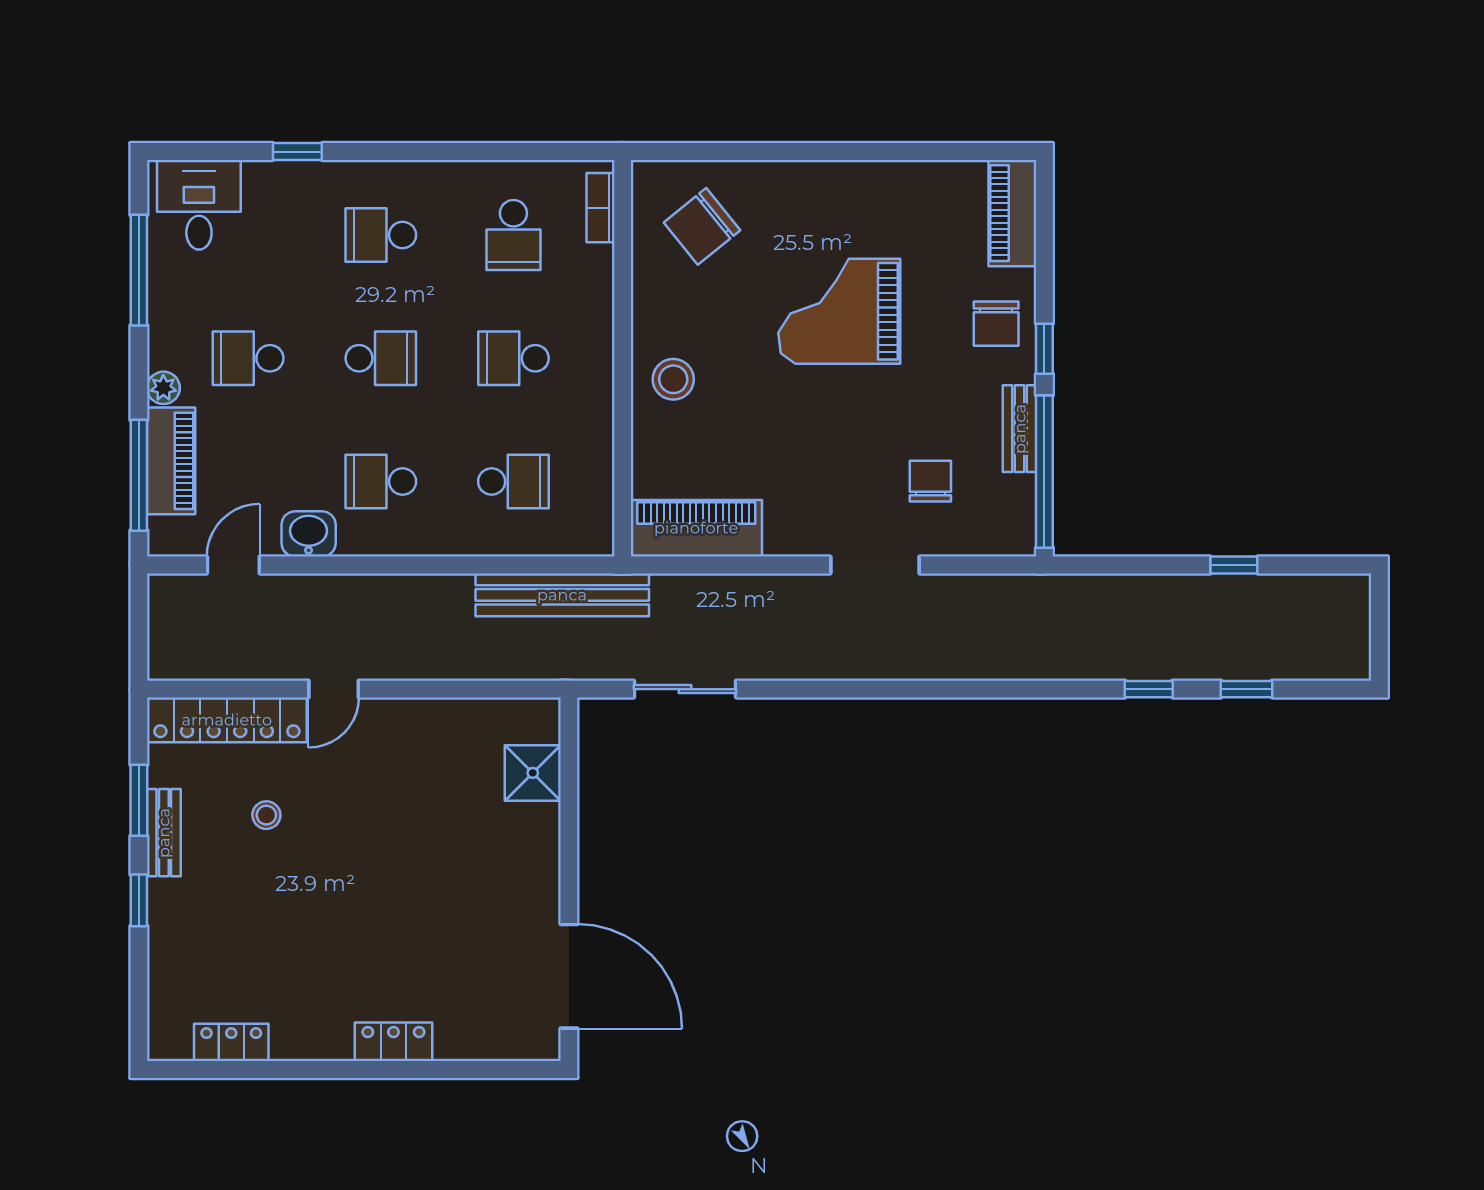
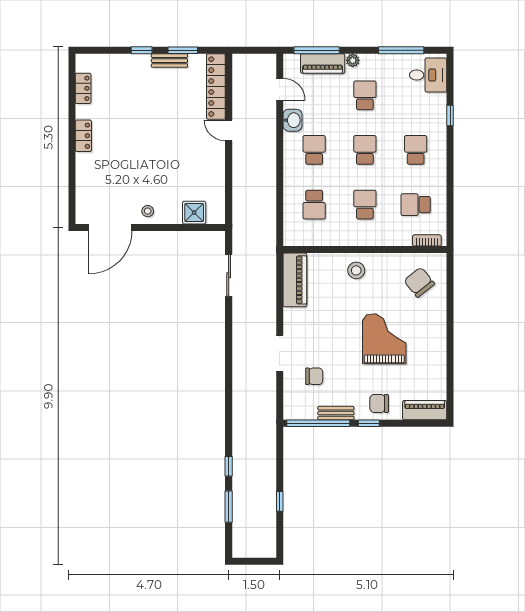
school desk: (381, 358) -> (365, 150), turned 180
bench: (562, 595) -> (267, 225), removed
window: (1247, 689) -> (229, 507), width x1.50
stool: (266, 815) -> (148, 211), moved
locker: (393, 1042) -> (83, 136), moved

